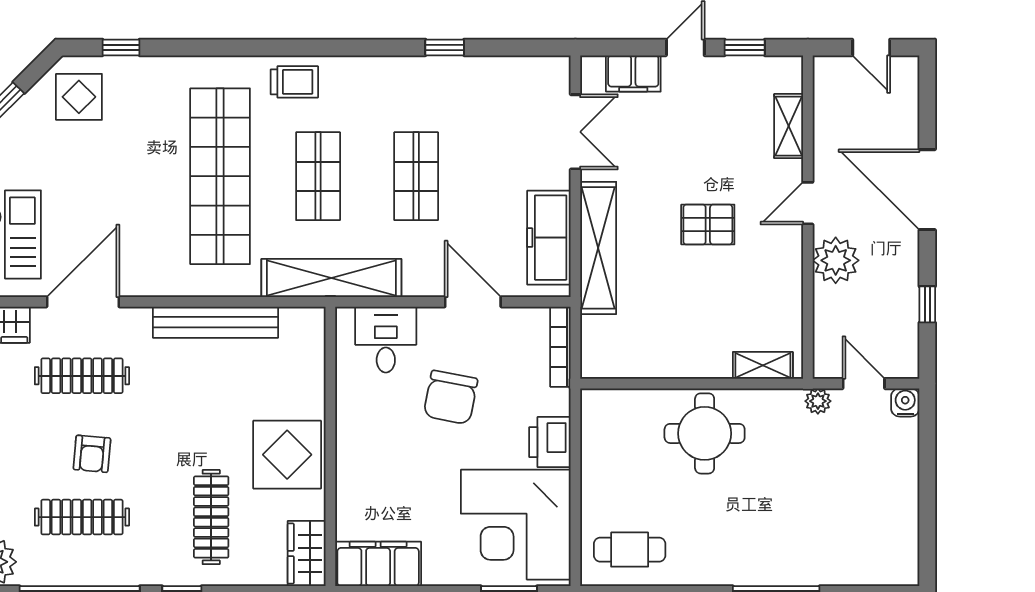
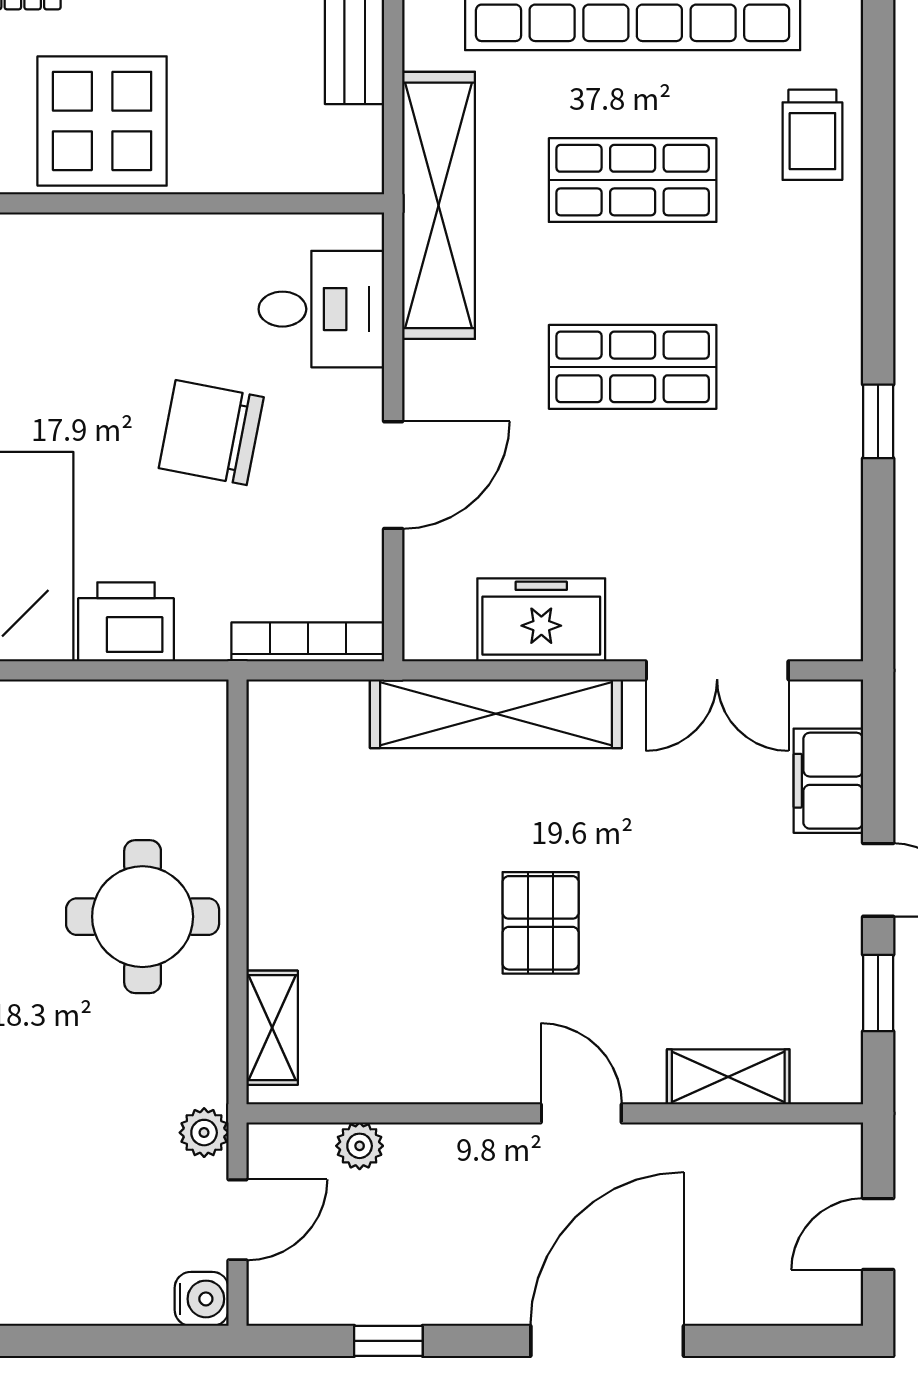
freezer: (549, 238) -> (541, 620), width x0.71
plant: (836, 260) -> (360, 1146), moved, width x0.53, depth x0.53

